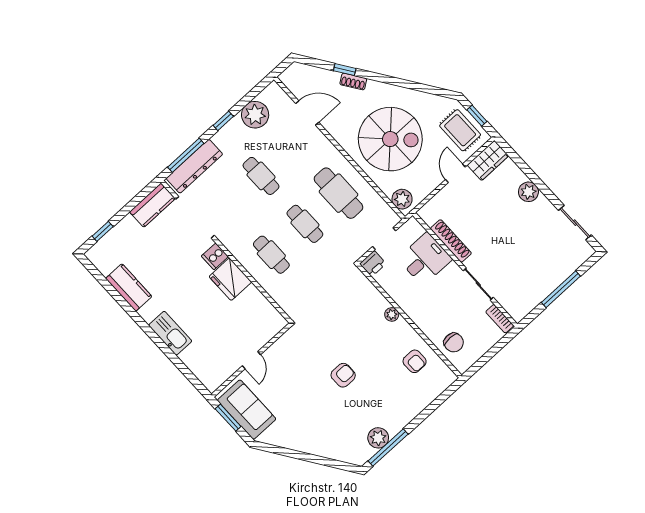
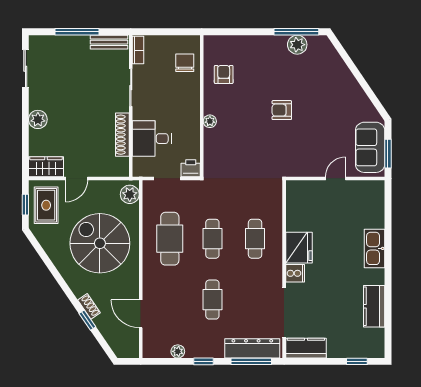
plant: (255, 115) -> (178, 351), width x0.53, depth x0.53
bench: (528, 304) -> (109, 42), added

